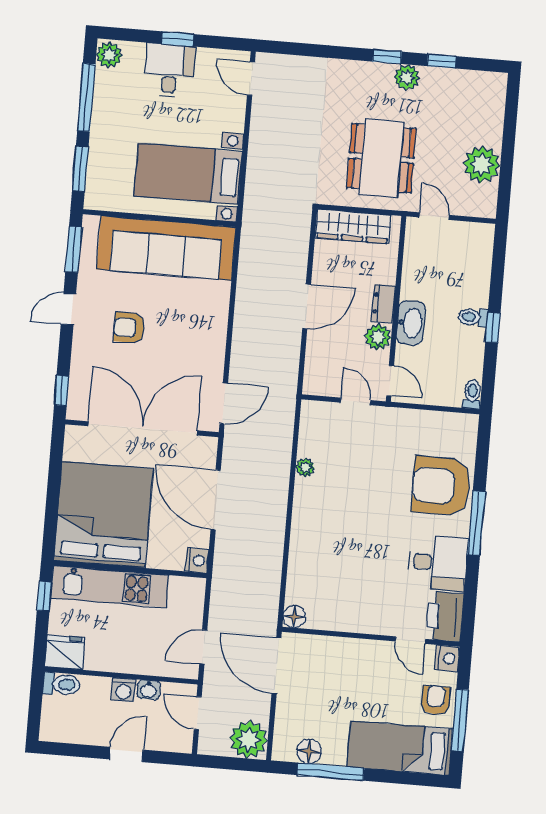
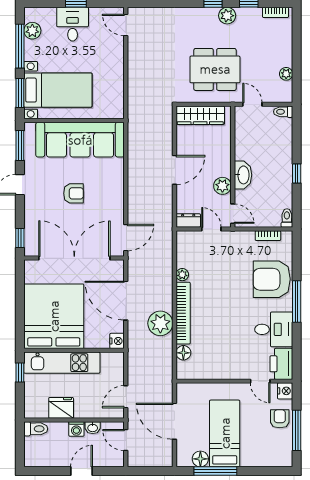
plant: (109, 55) -> (32, 31), moved
bookcase: (481, 79) -> (276, 12), added
dining table: (381, 158) -> (215, 69), turned 90
plant: (482, 165) -> (286, 74), width x0.53, depth x0.53
bed with nightstands: (188, 174) -> (58, 90), moved, turned 180
dresser: (384, 303) -> (188, 221), moved, turned 90
toilet: (473, 317) -> (283, 112), moved
armchair: (129, 328) -> (74, 193), moved, turned 180
bookcase: (441, 419) -> (268, 236), added
bookcase: (301, 526) -> (183, 313), added
floor lamp: (294, 617) -> (183, 353), moved
fridge: (65, 652) -> (61, 408), moved
door: (276, 666) -> (174, 421), moved
plant: (249, 739) -> (160, 323), moved
bed: (400, 748) -> (225, 433), moved, turned 90

